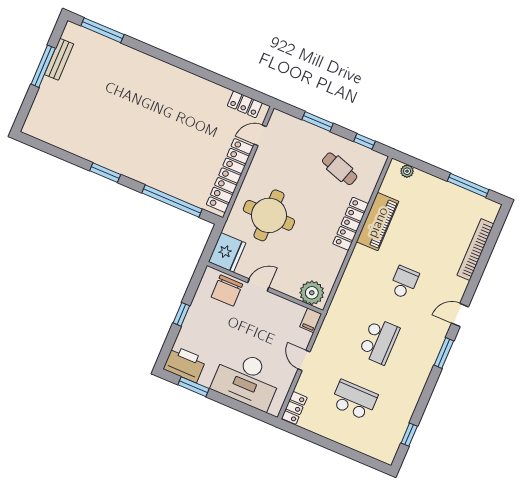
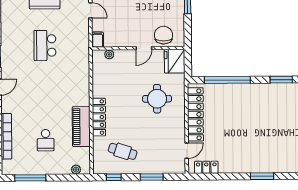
window: (181, 63) -> (262, 176), added
round table: (269, 215) -> (157, 99), width x0.73, depth x0.73
school desk: (404, 282) -> (46, 140), moved
plant: (312, 293) -> (109, 54), width x0.53, depth x0.53

